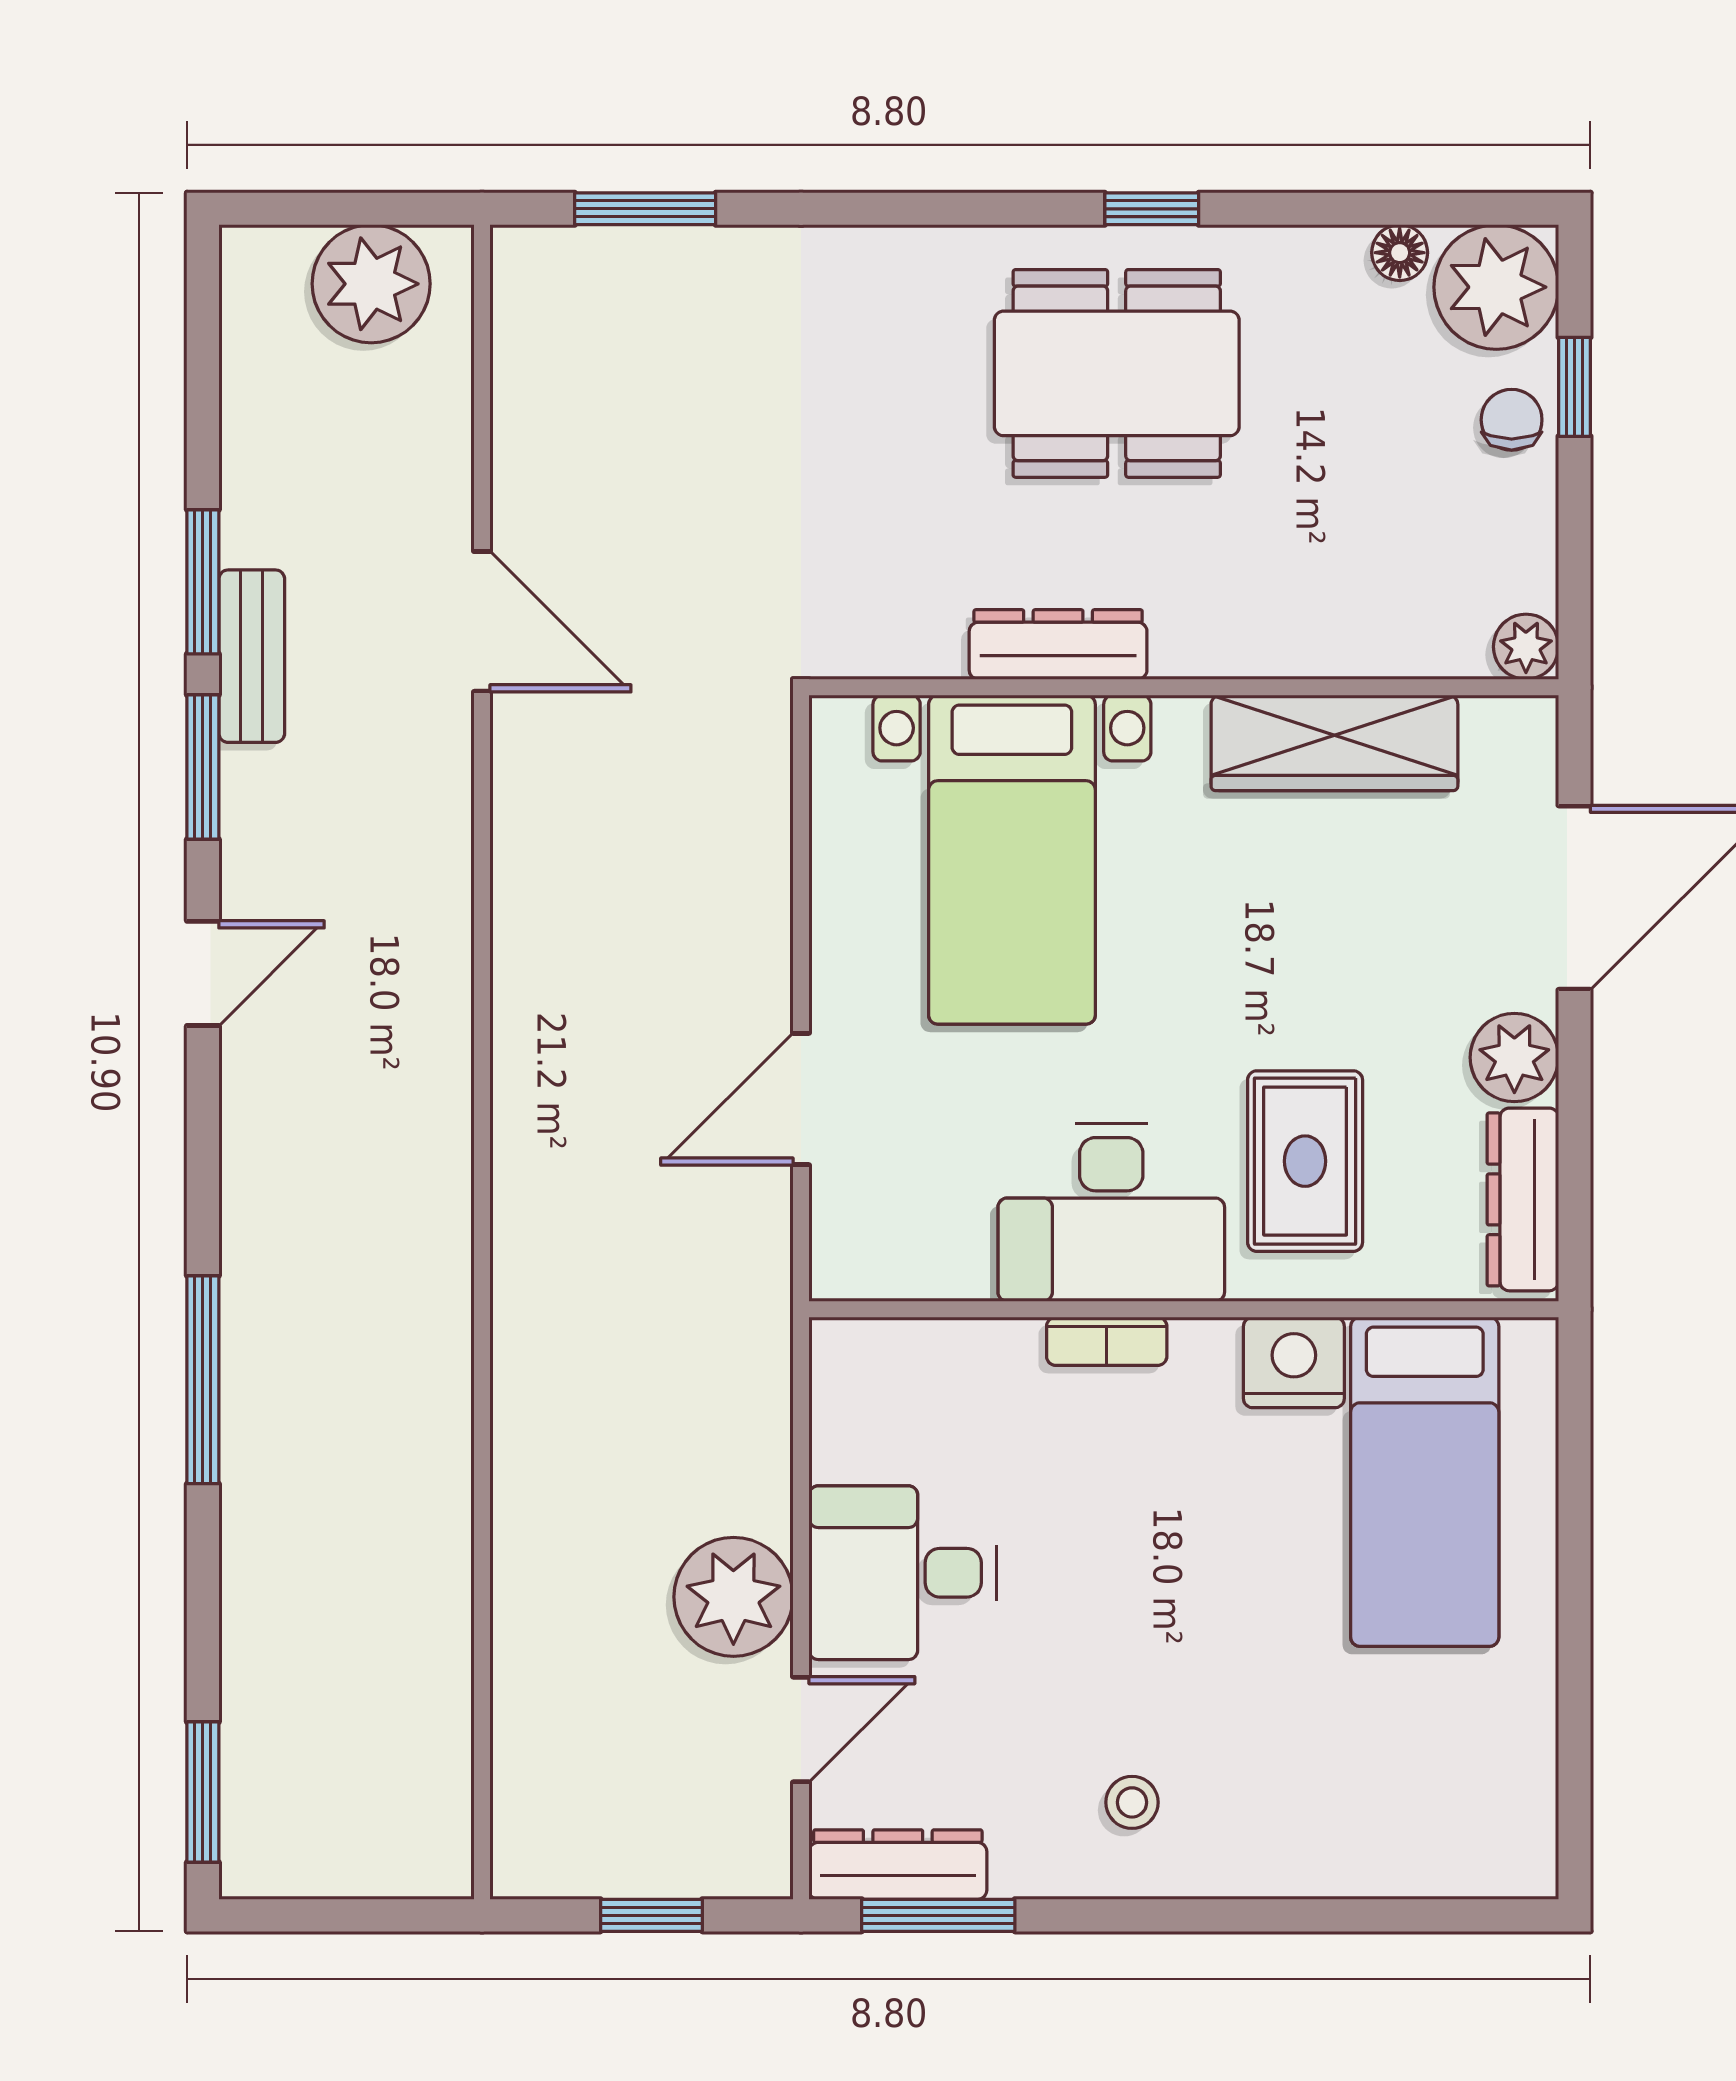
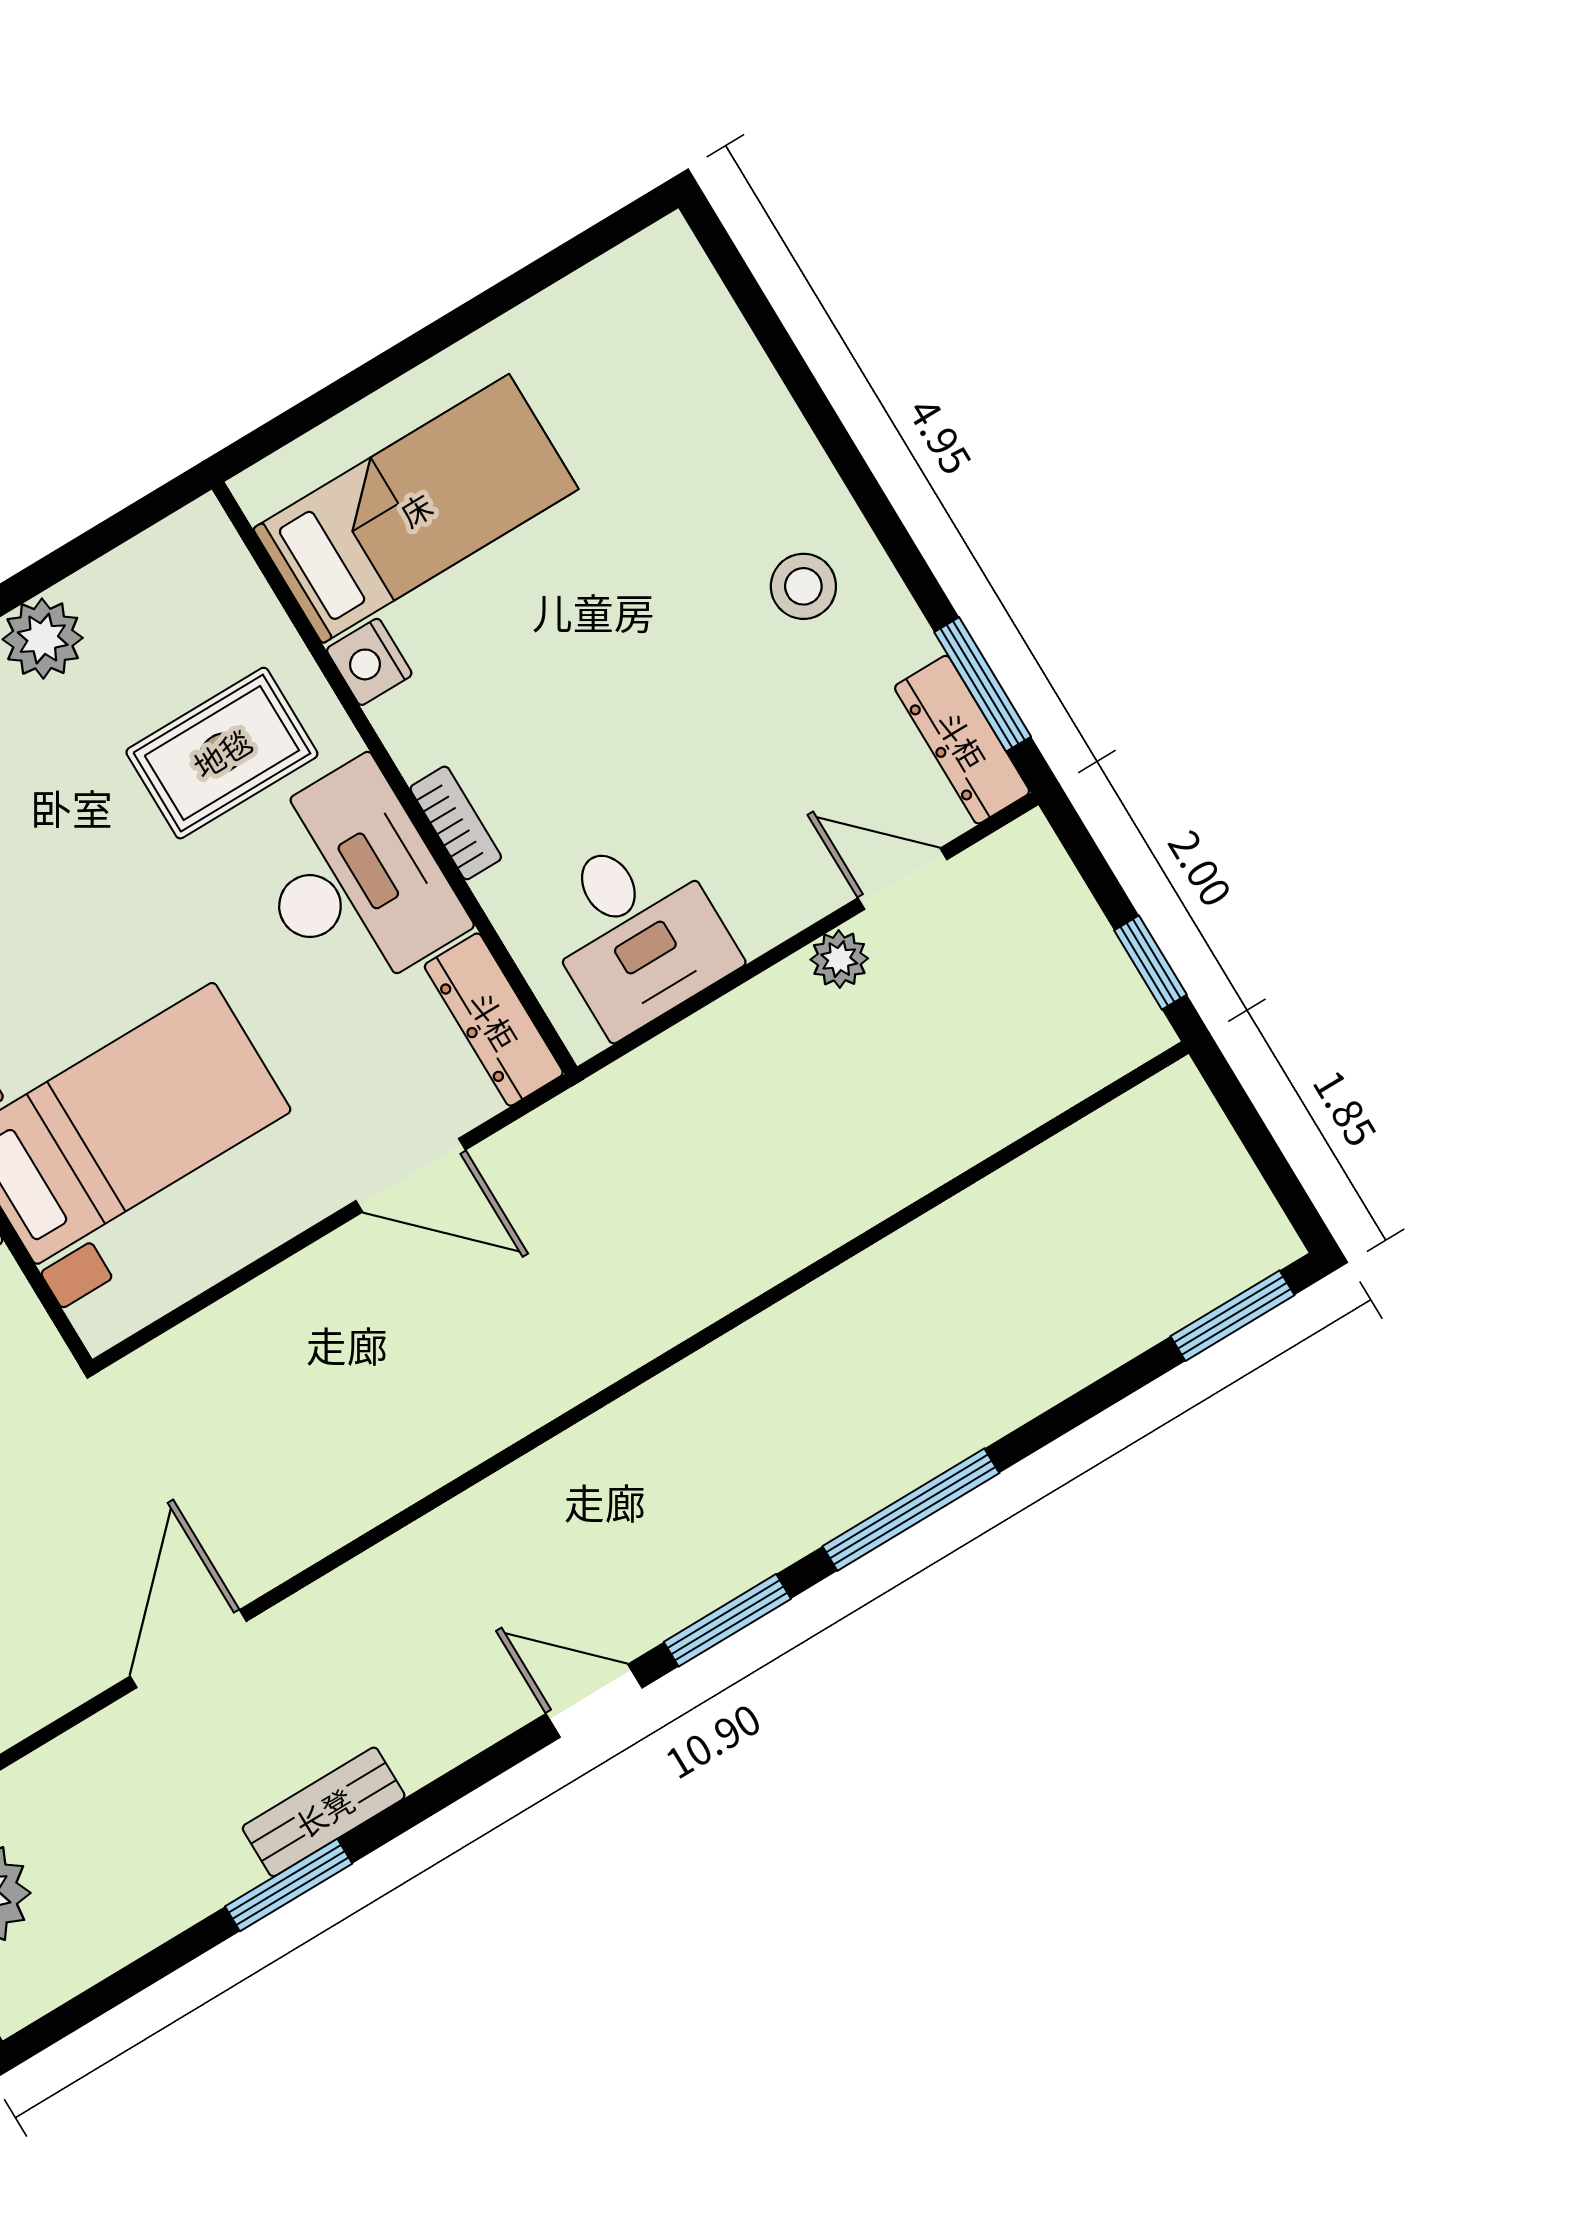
window: (203, 767) -> (727, 1620), moved
dresser: (1523, 1199) -> (494, 1020), moved, turned 90
nightstand: (1294, 1362) -> (369, 662), width x0.74, depth x0.75
desk: (903, 1573) -> (636, 931), moved
plant: (733, 1597) -> (839, 959), width x0.53, depth x0.53
stool: (1132, 1802) -> (803, 586), width x1.37, depth x1.37
window: (651, 1915) -> (1150, 963), moved

